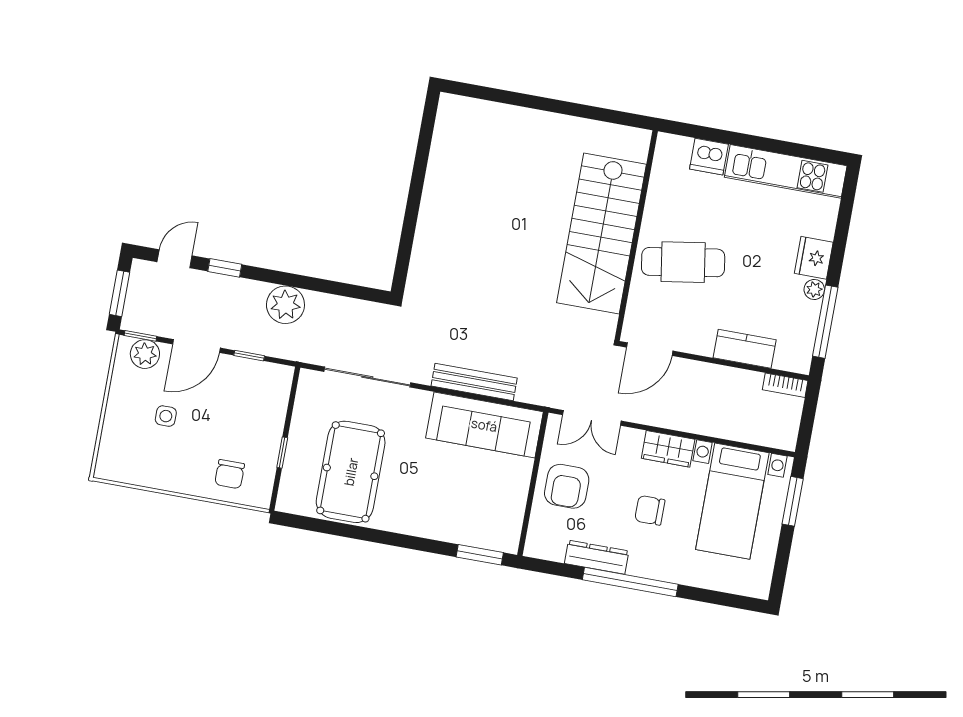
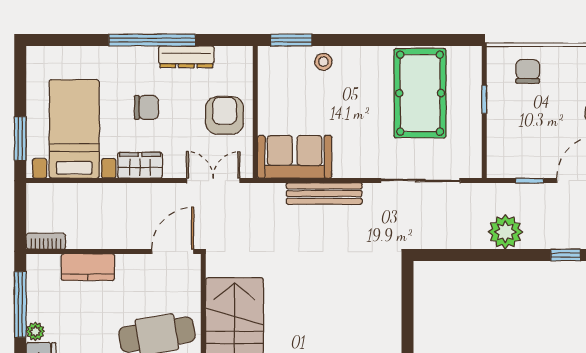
sofa: (484, 425) -> (295, 157), width x0.73
stool: (449, 525) -> (323, 62), added

